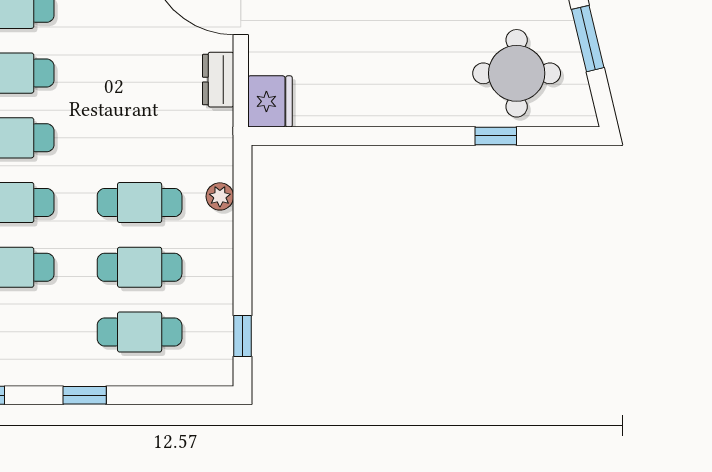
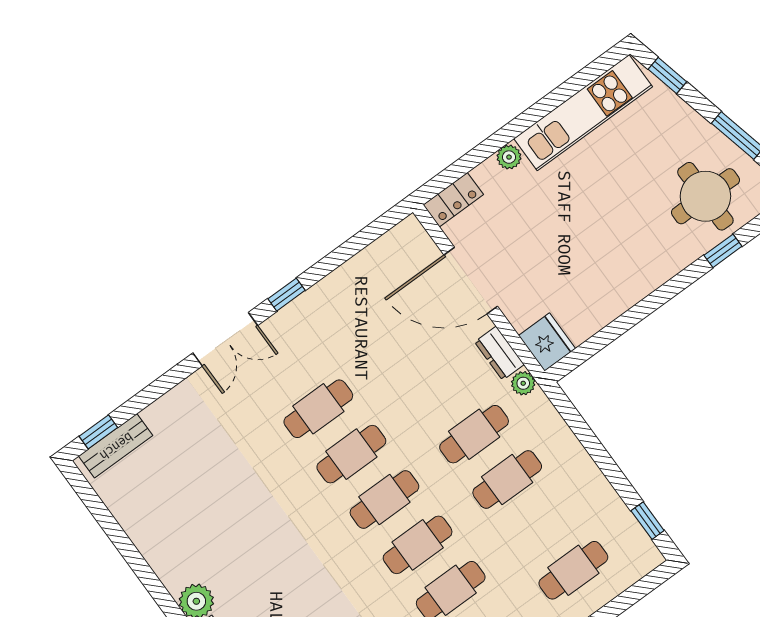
plant: (220, 196) -> (523, 383), moved
cafe table: (140, 267) -> (474, 434), moved

